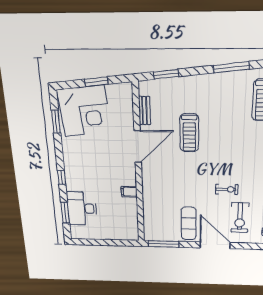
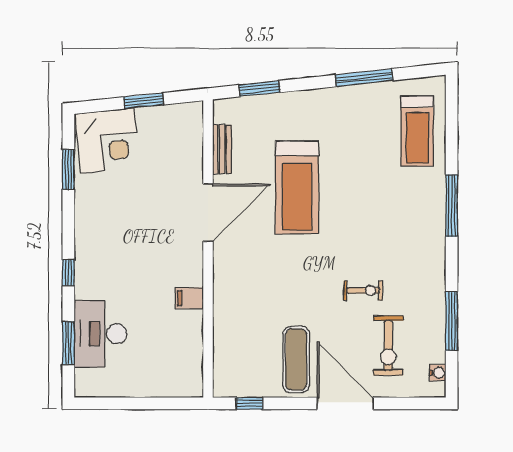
corner desk: (84, 111) -> (108, 141), width x0.74, depth x0.74
treadmill: (189, 133) -> (297, 187), width x1.37, depth x1.38
window: (163, 244) -> (249, 403), width x0.46

